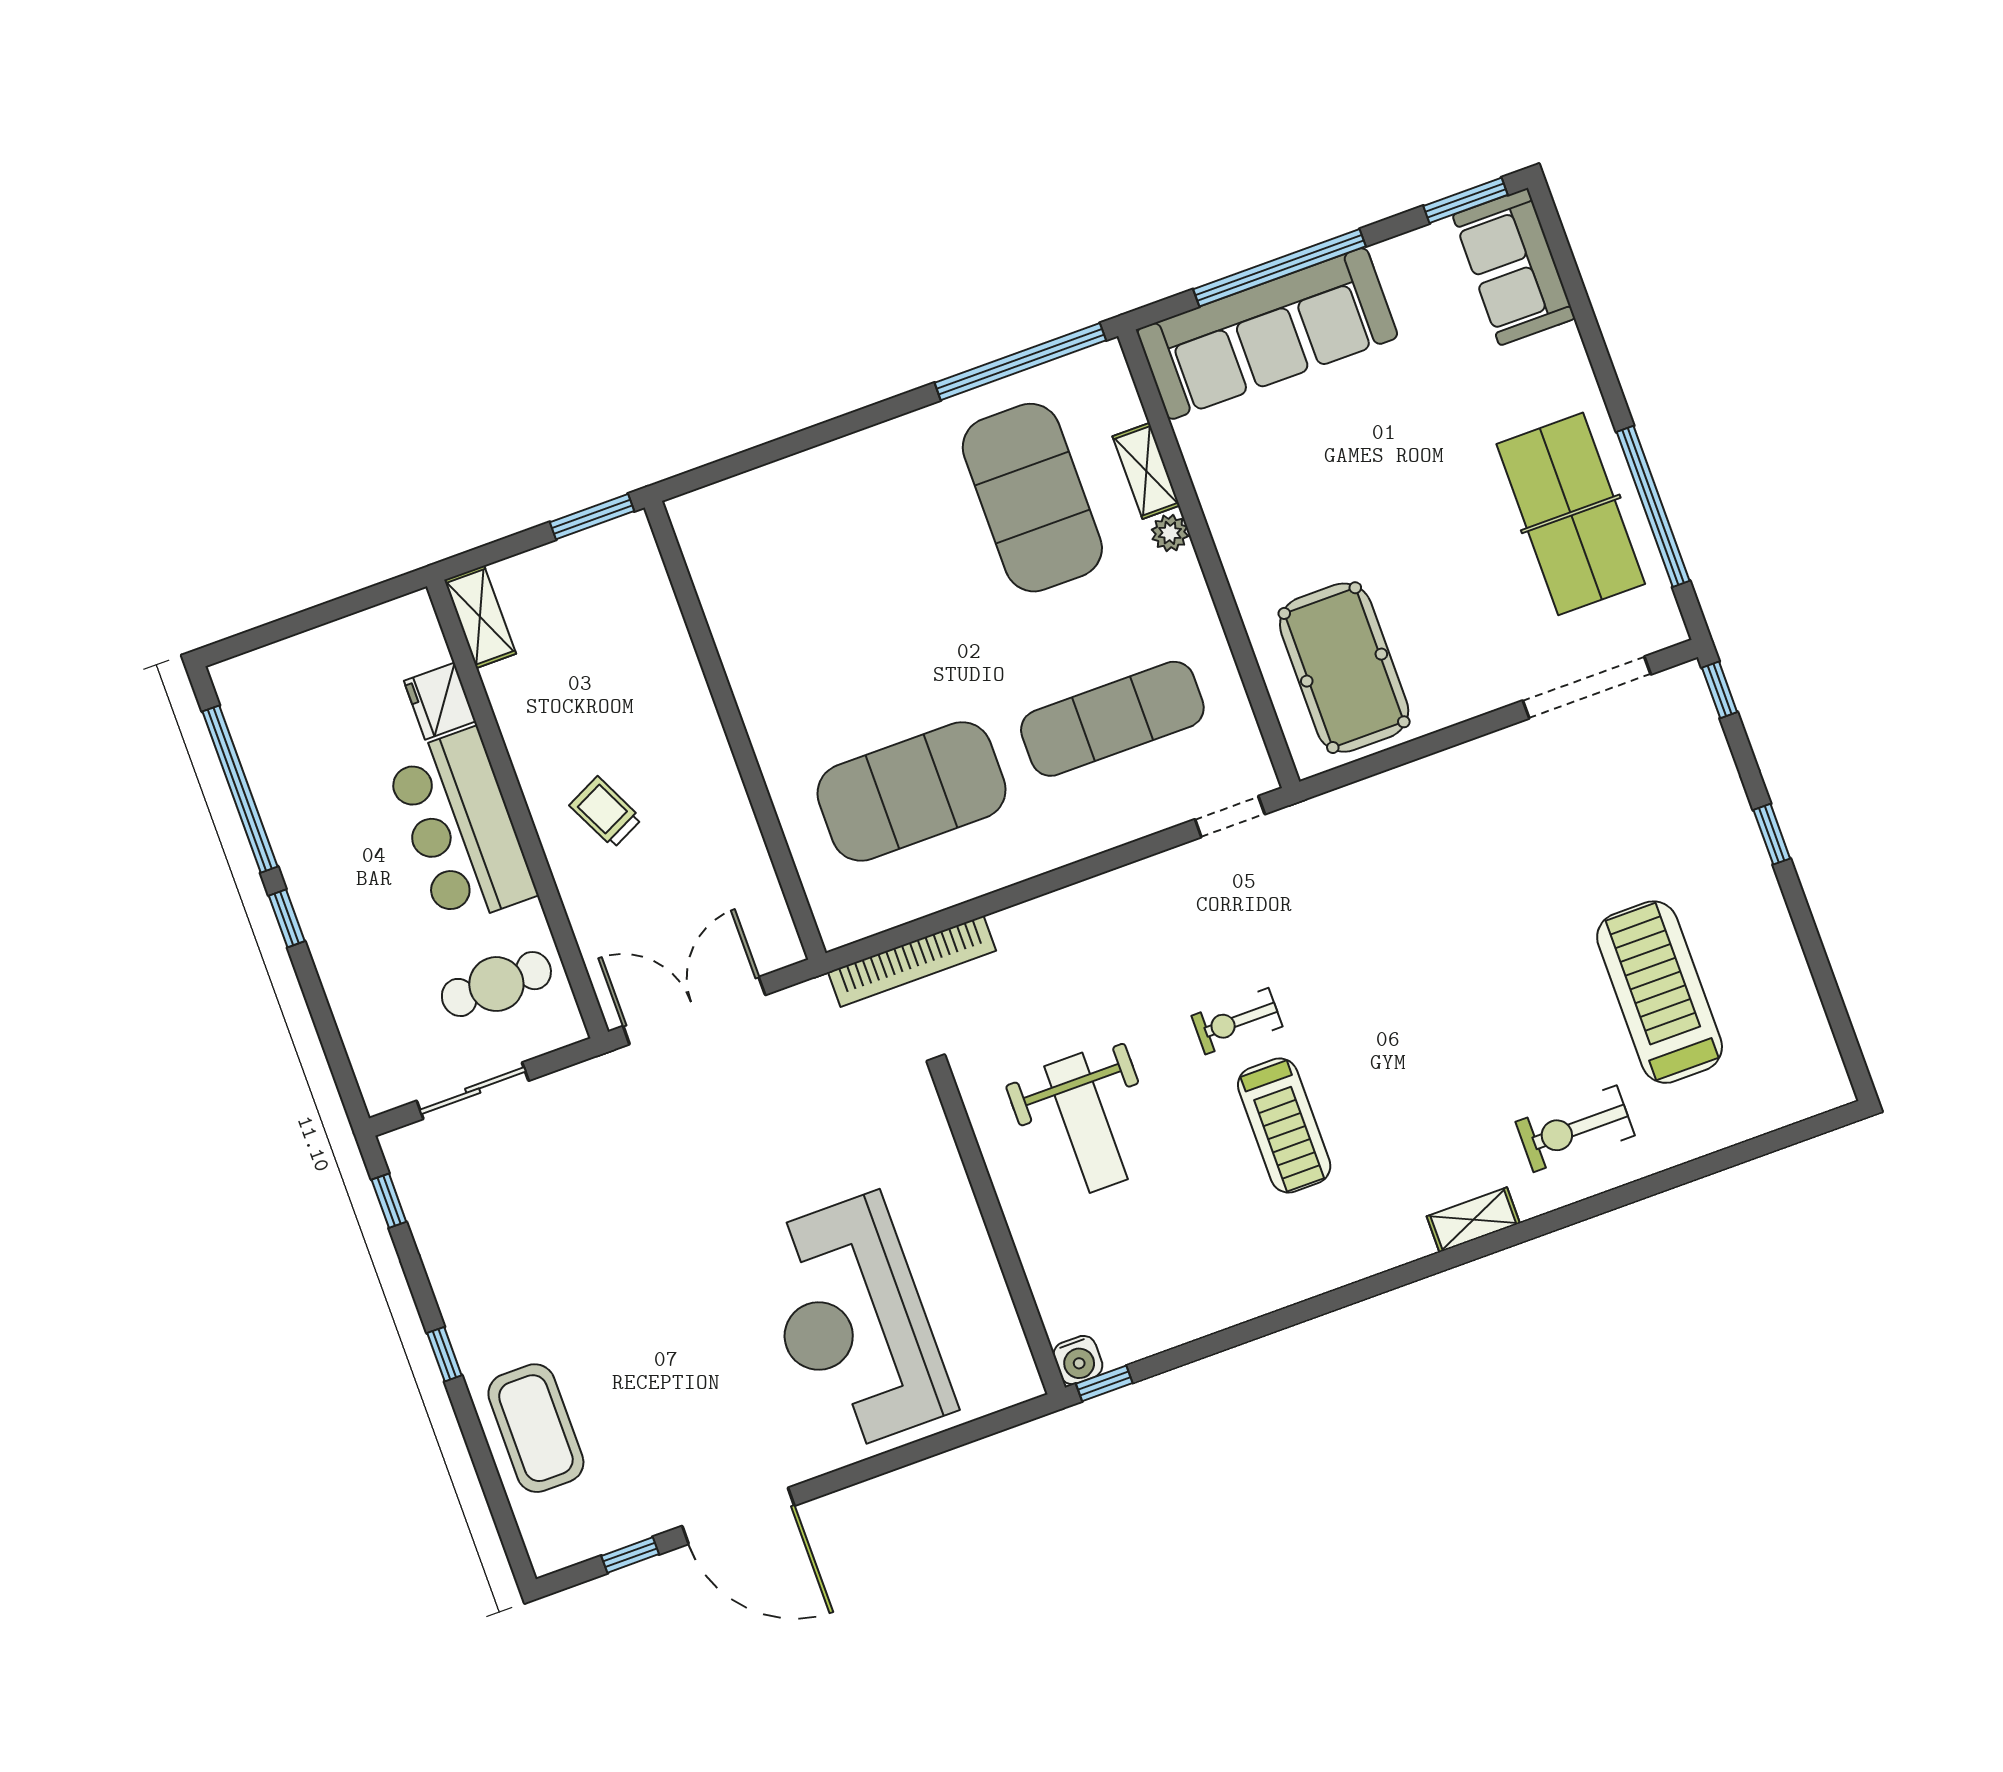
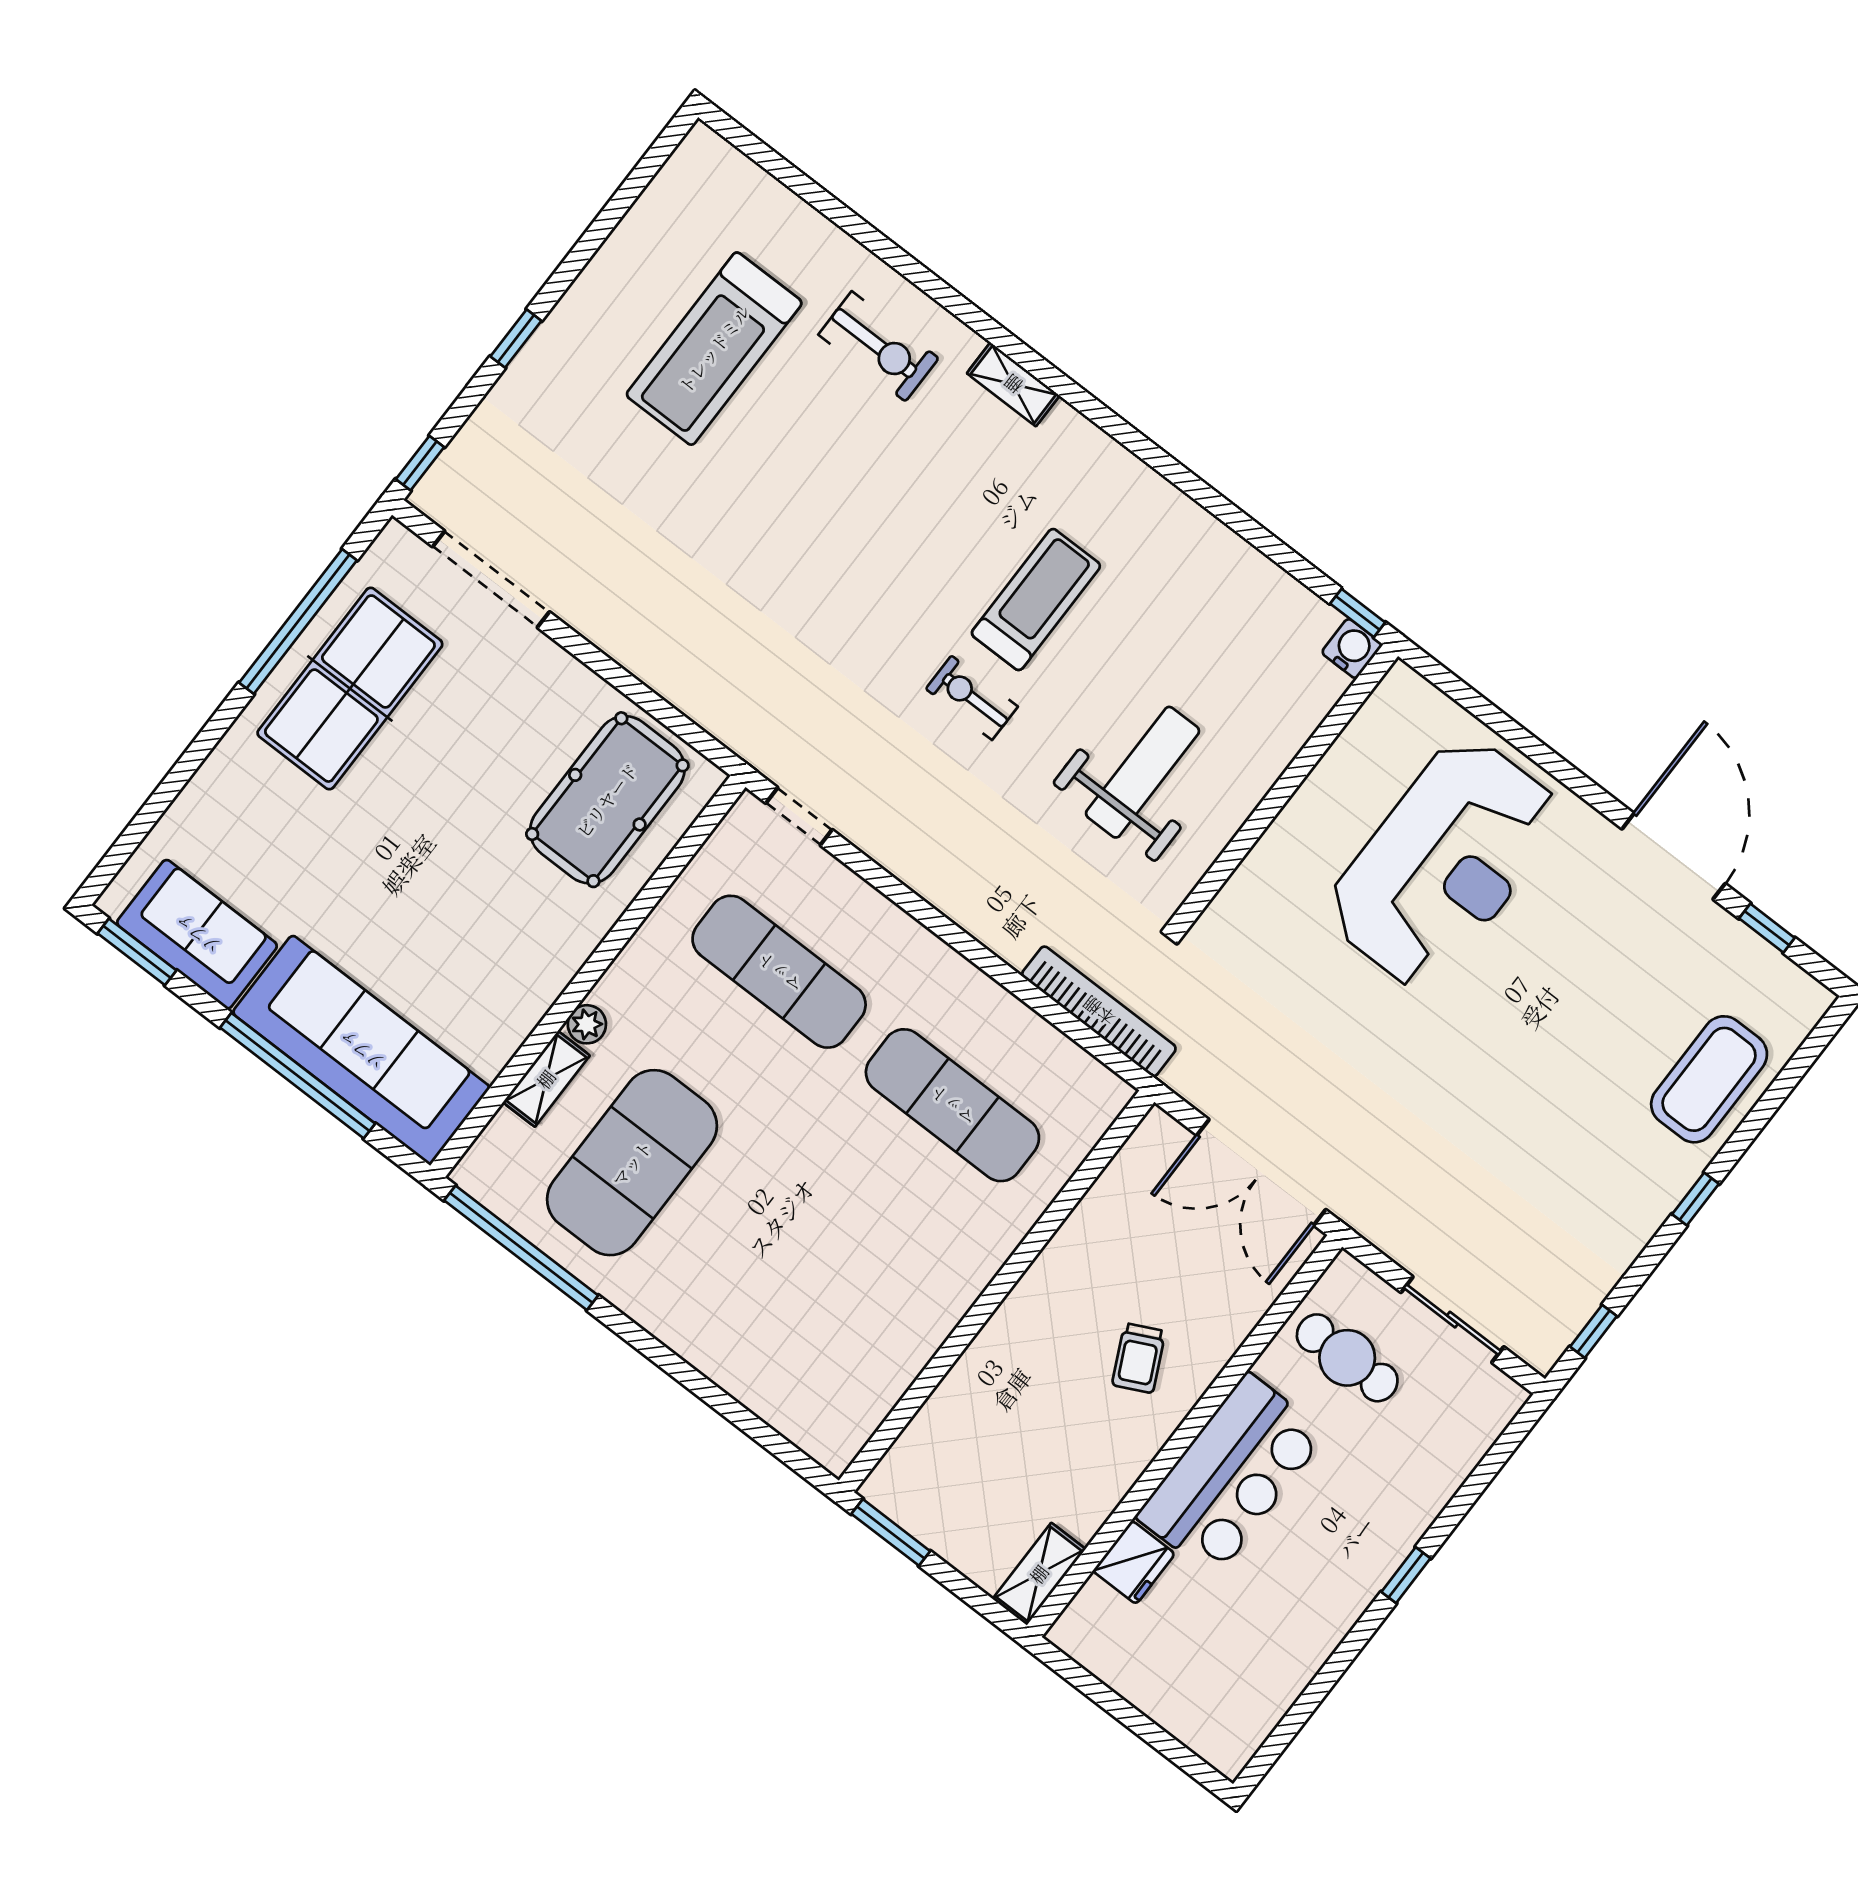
sofa: (1514, 267) -> (197, 934), moved, turned -90
window: (240, 789) -> (1320, 1687), removed
exercise mat: (912, 791) -> (952, 1105), width x0.68
exercise bike: (1237, 1021) -> (972, 698), turned 180

